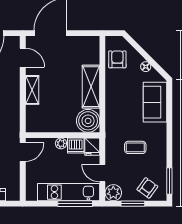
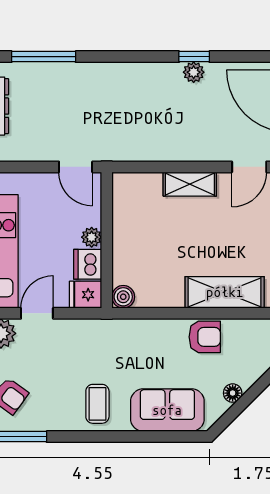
armchair: (117, 59) -> (205, 337), moved
shelving: (91, 87) -> (225, 292), moved
boiler: (88, 121) -> (123, 297), width x0.54, depth x0.54
coffee table: (135, 147) -> (97, 404), moved

